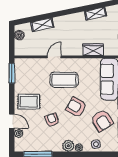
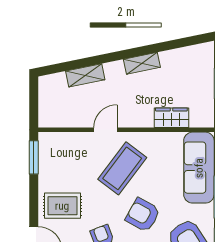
shelving: (96, 14) -> (142, 63), moved
boiler: (19, 35) -> (46, 93), removed
coffee table: (64, 80) -> (122, 168), turned -53

